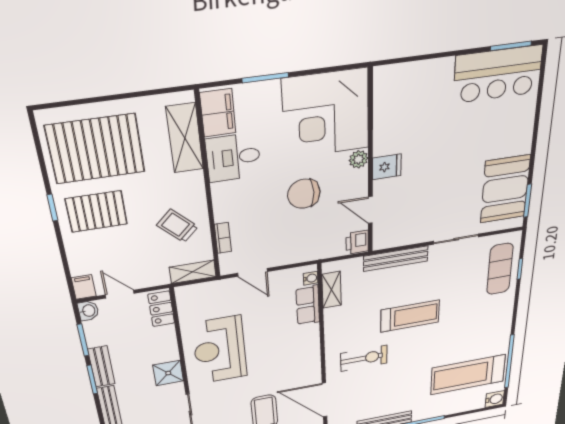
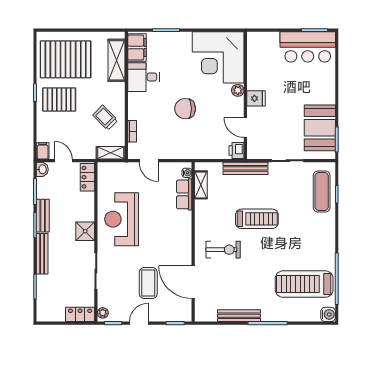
corner desk: (326, 114) -> (218, 57), moved
plant: (358, 159) -> (238, 90), moved
wall: (370, 165) -> (245, 95), moved
fridge: (387, 167) -> (256, 98), moved
door: (370, 210) -> (245, 128), moved
printer: (357, 242) -> (236, 151), moved

